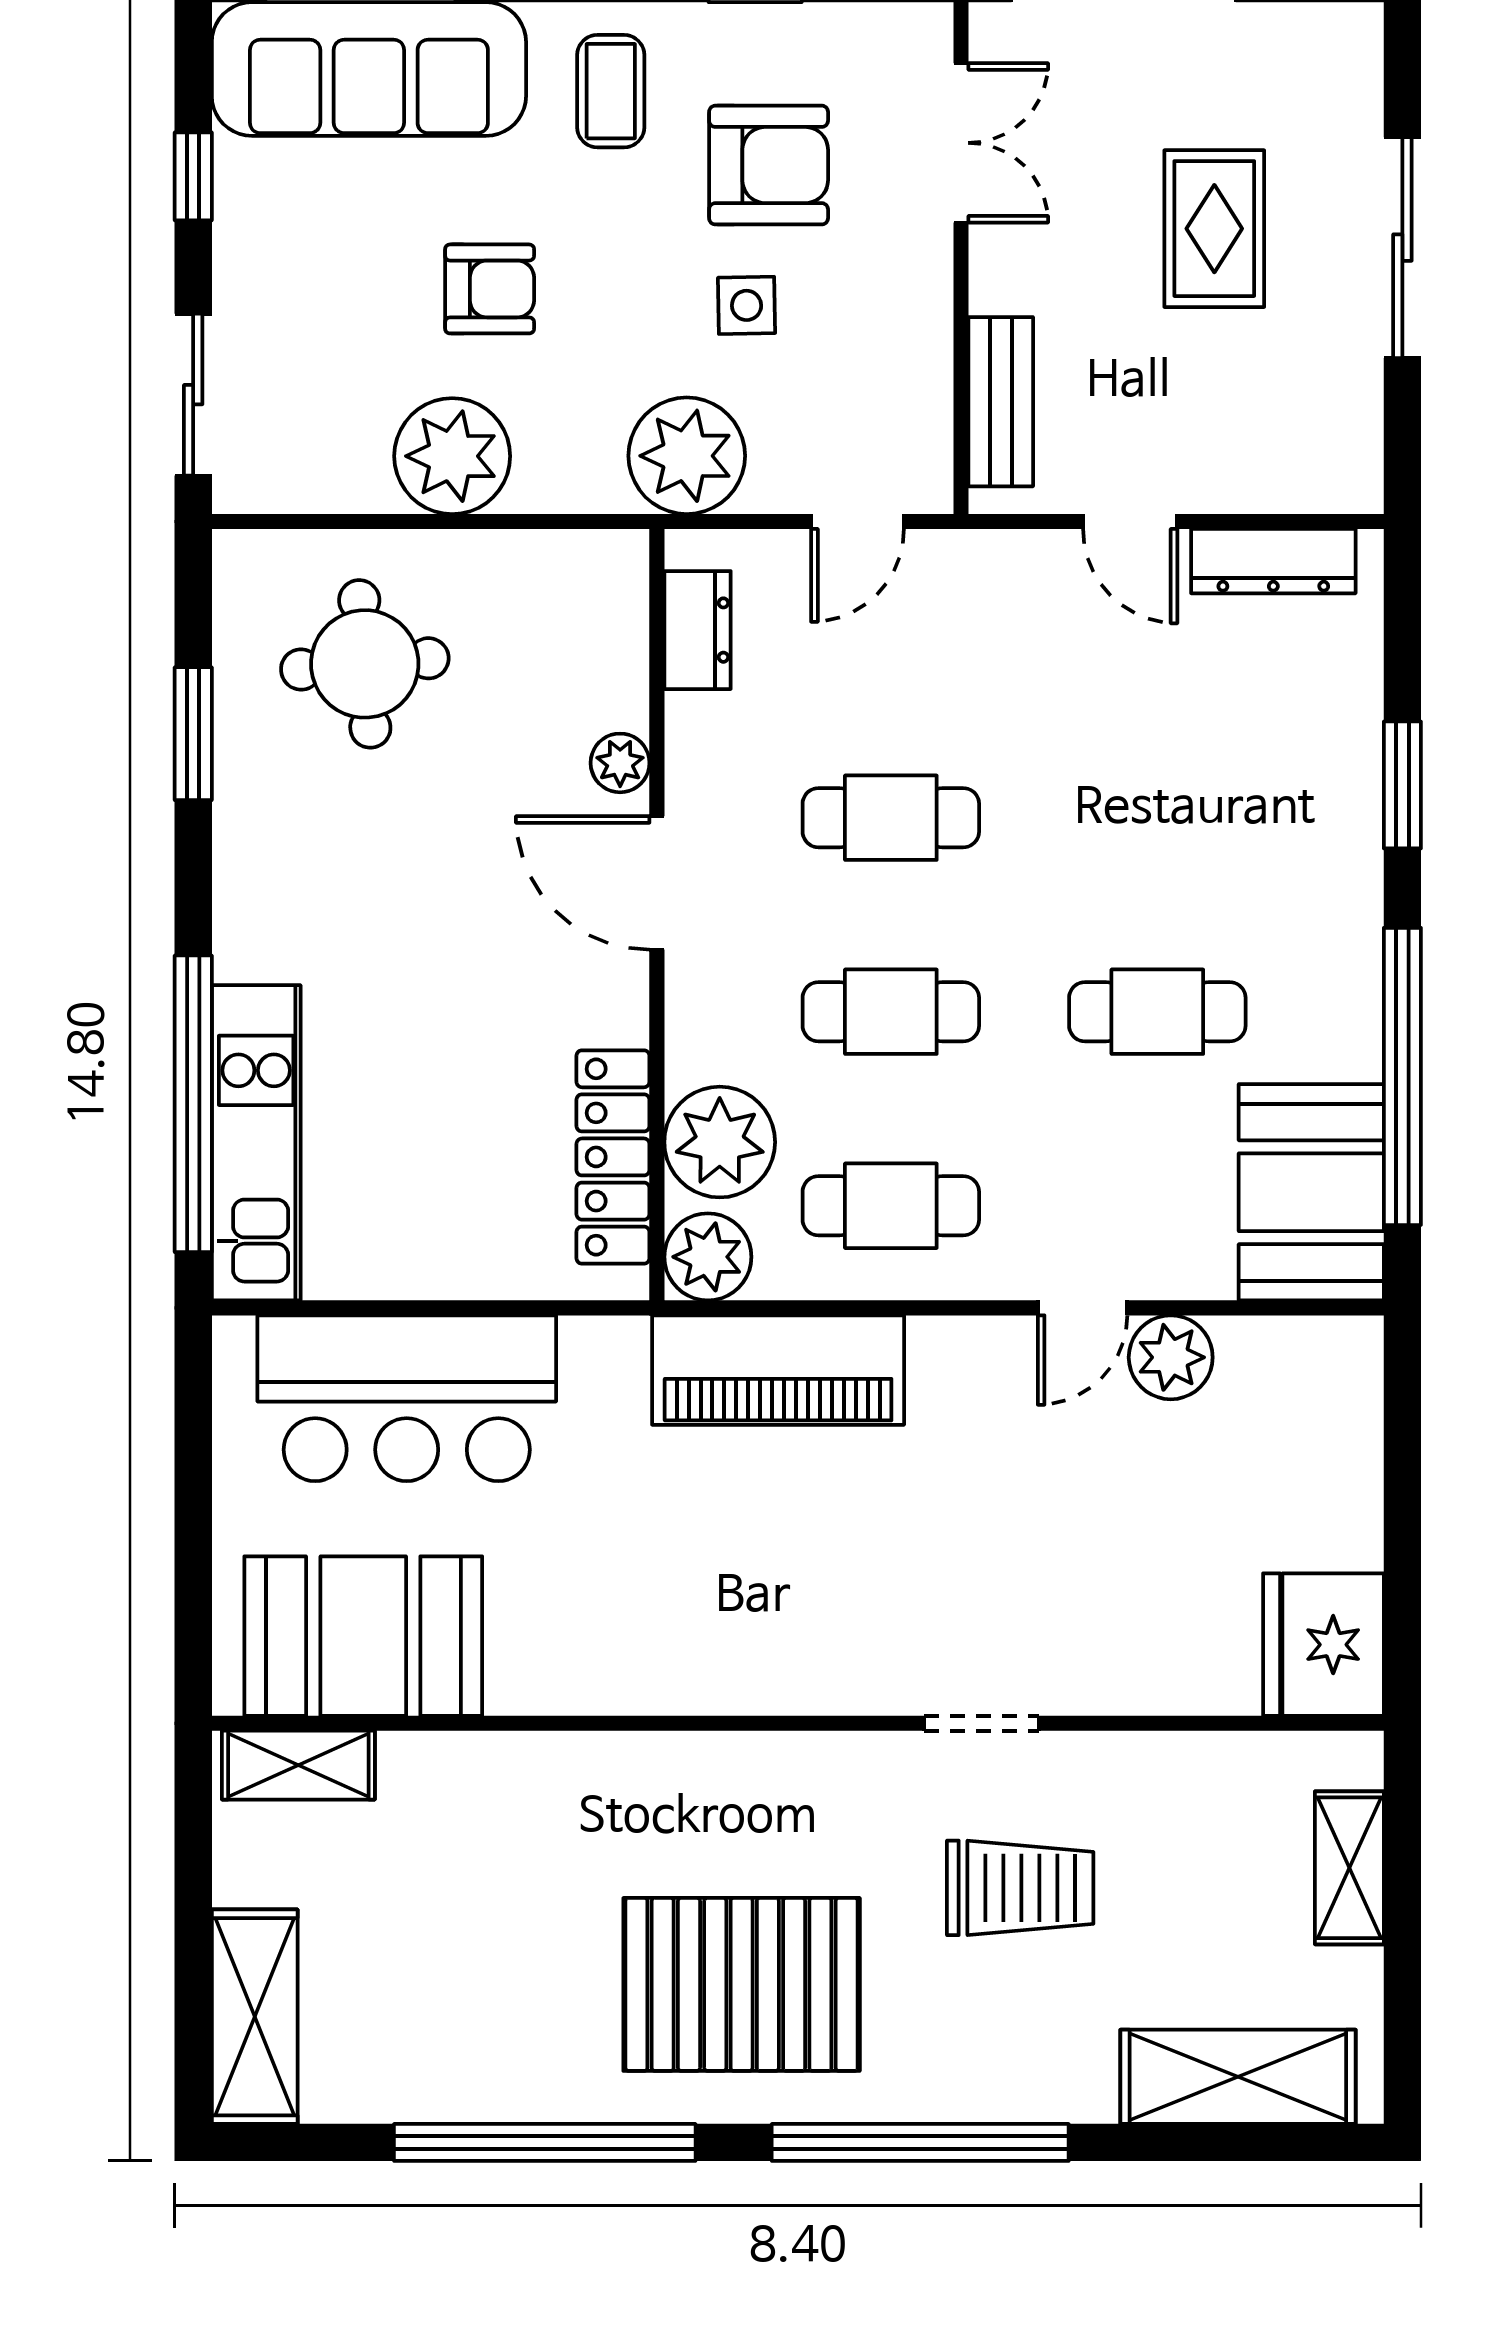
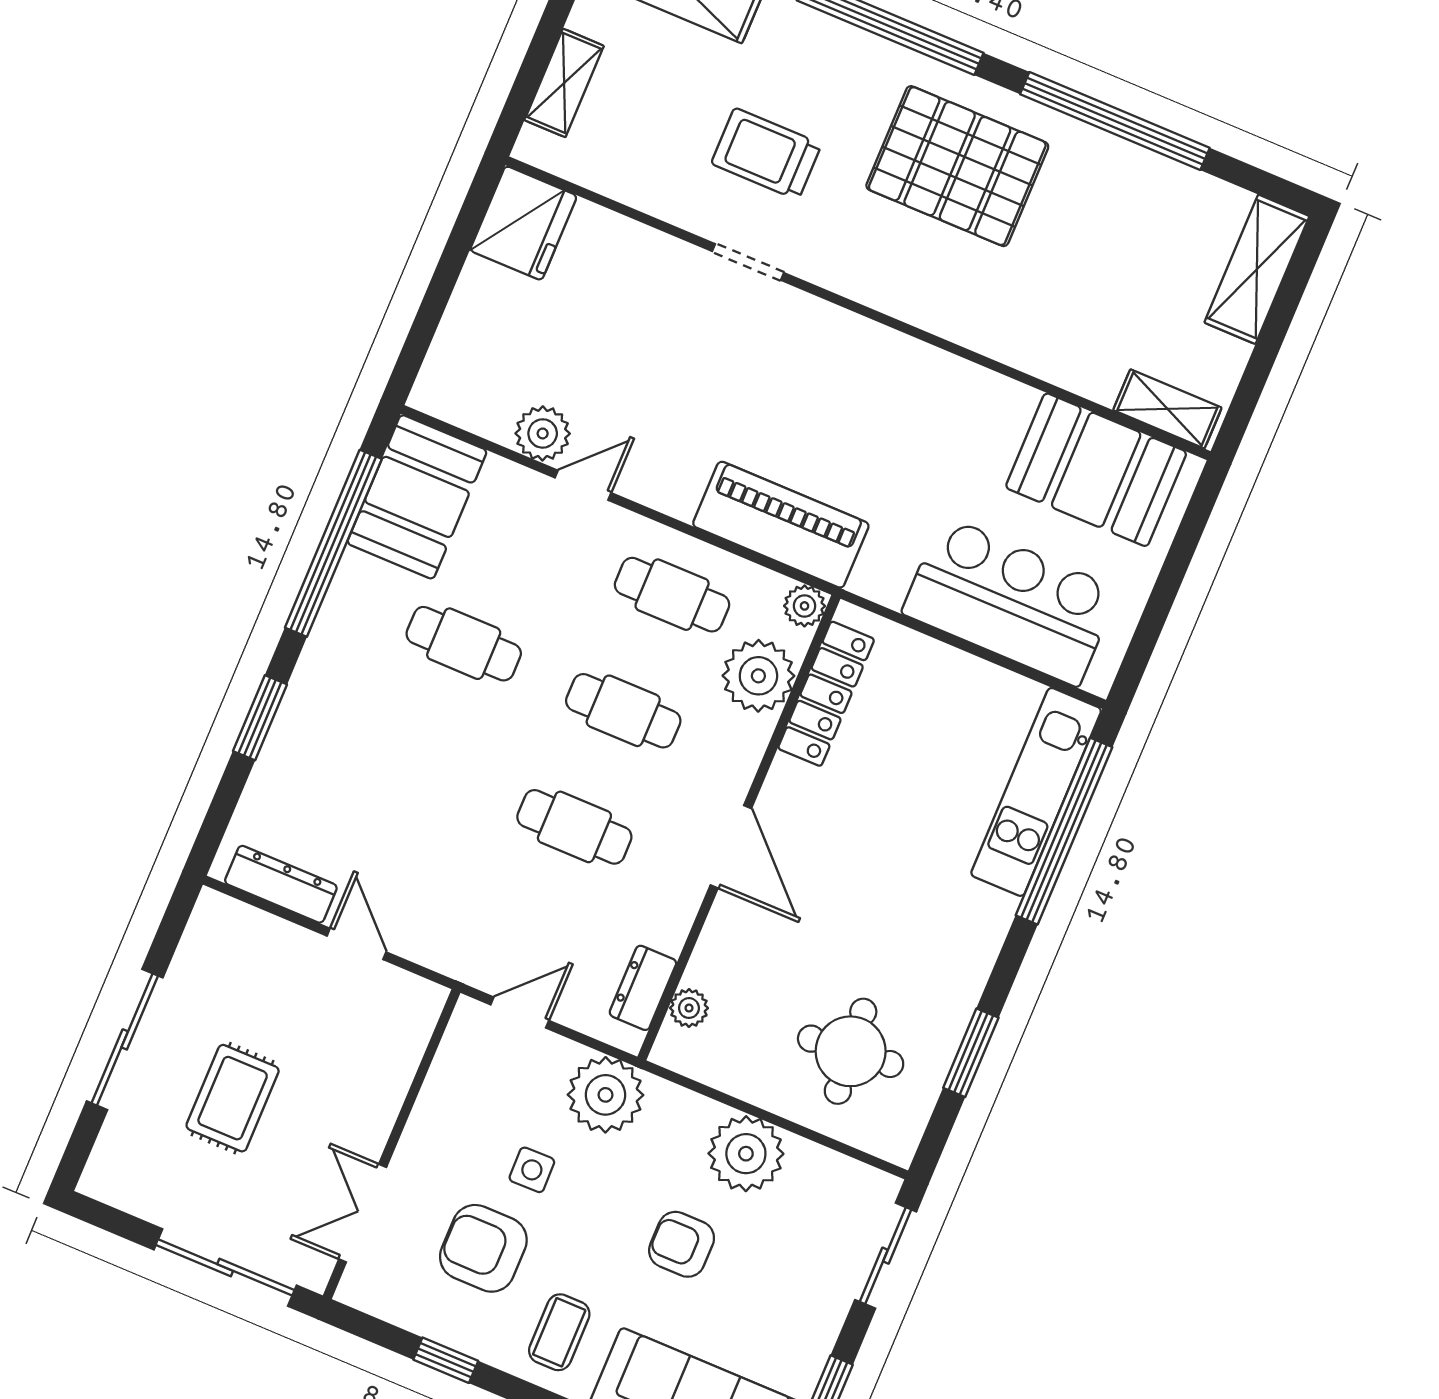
bench: (1001, 402) -> (404, 1048), removed
plant: (620, 763) -> (689, 1008), moved
plant: (708, 1257) -> (805, 606), width x0.73, depth x0.73

